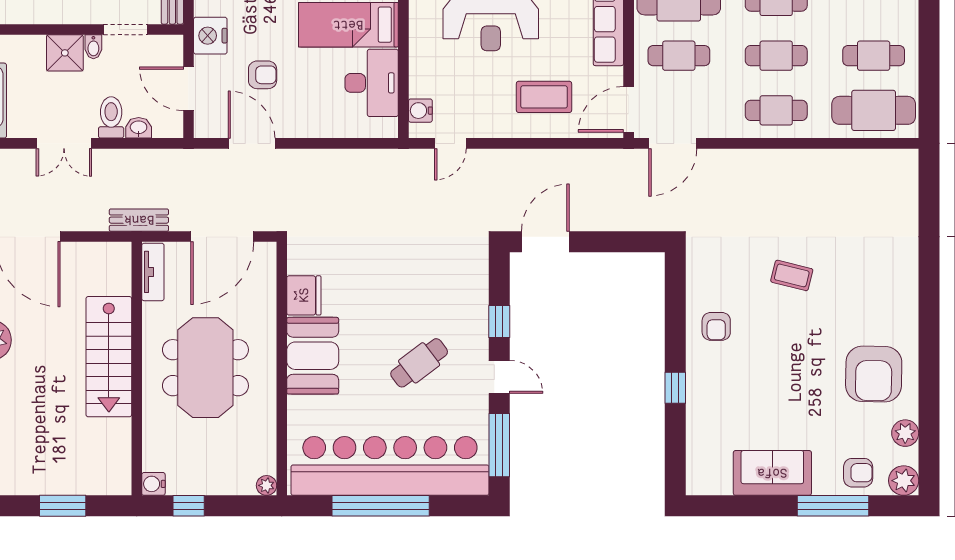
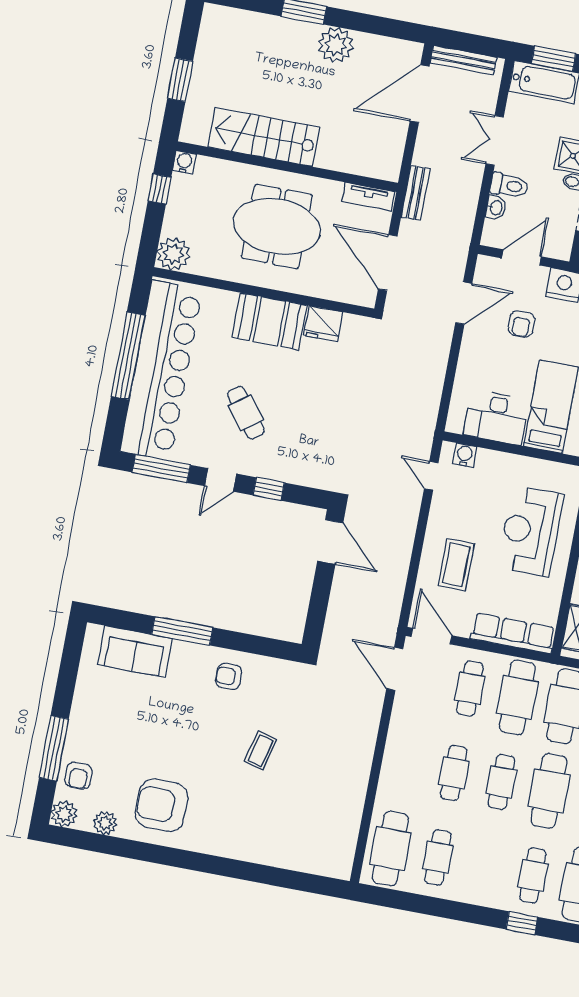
cafe table: (776, 110) -> (406, 764), removed
stairs: (109, 357) -> (264, 137), moved
window: (675, 388) -> (182, 631), width x2.17
sofa: (772, 473) -> (135, 651), moved, turned 90
plant: (267, 485) -> (173, 254), width x1.88, depth x1.88

